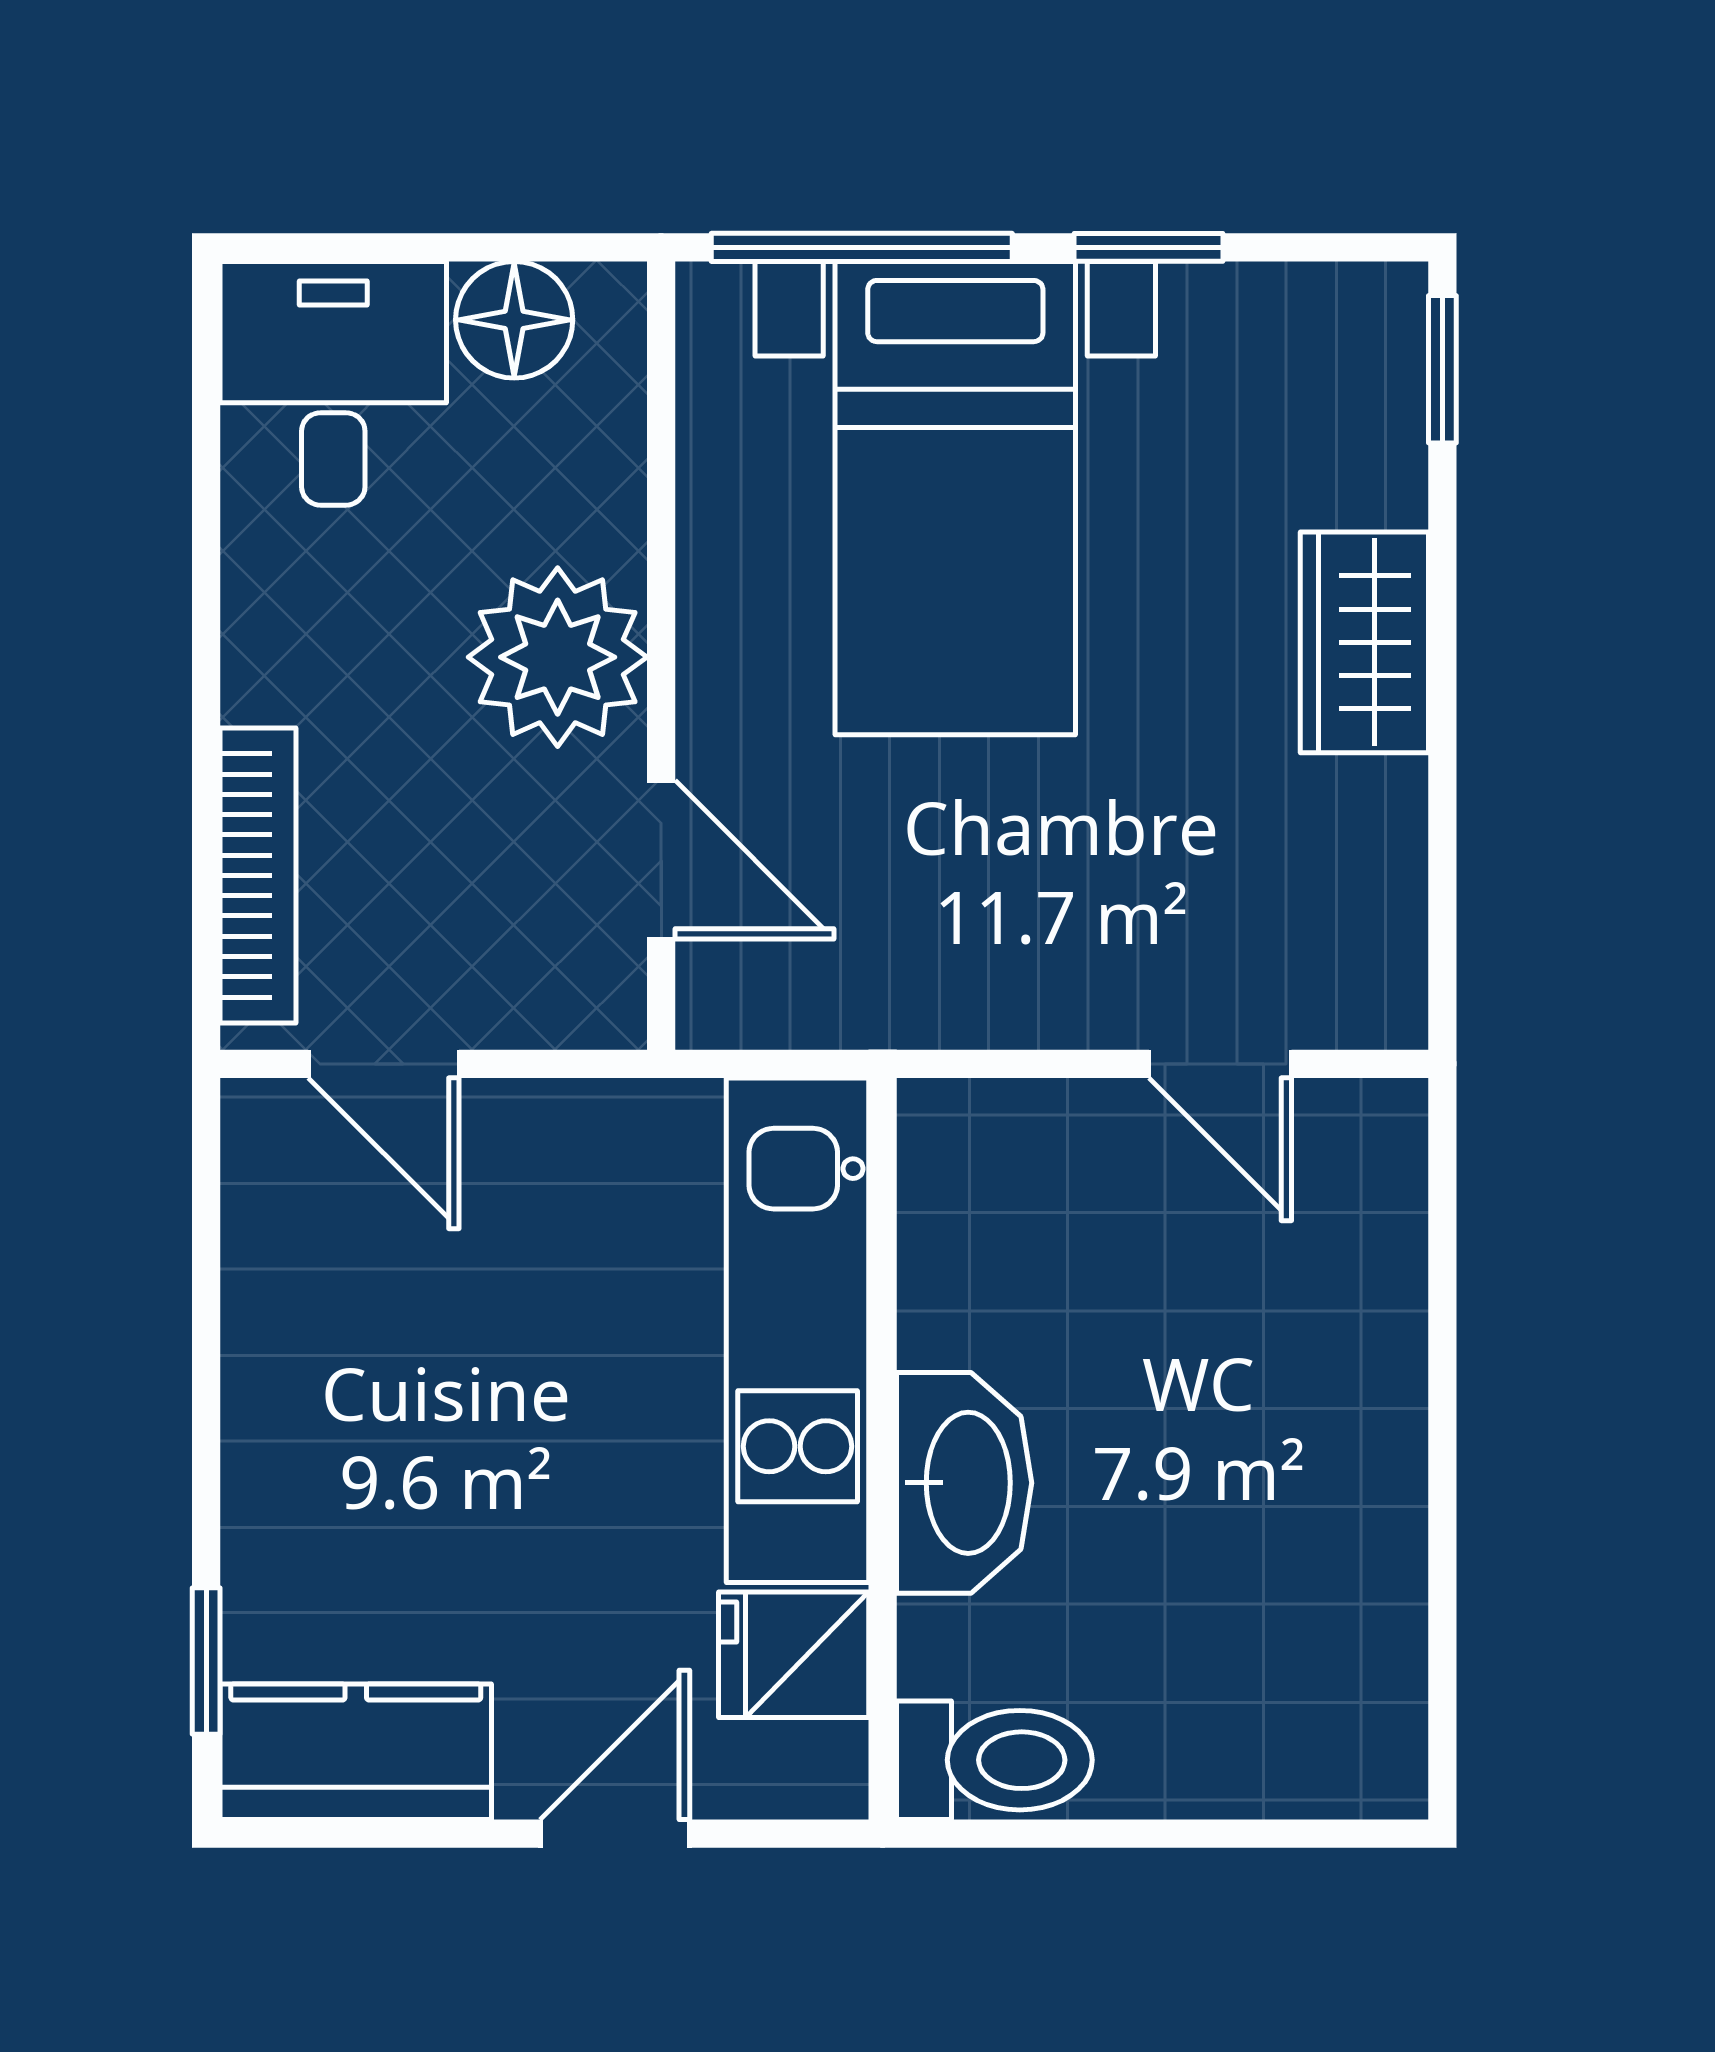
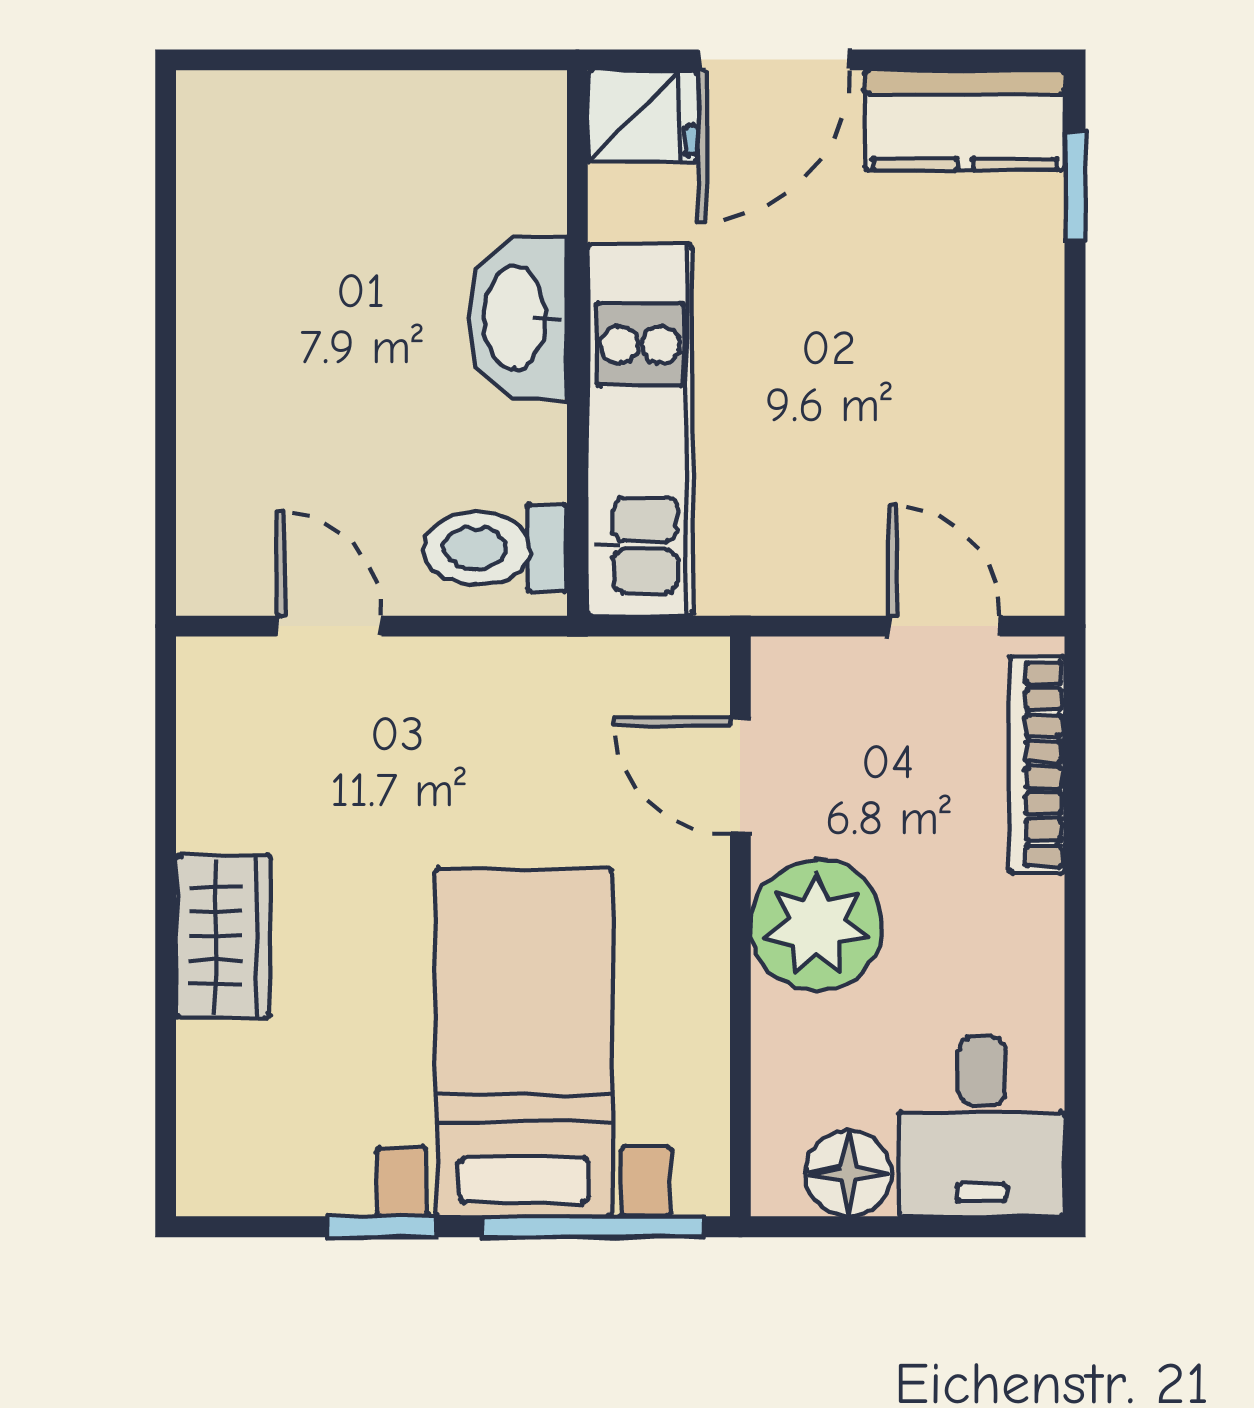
window: (1442, 369) -> (166, 1137), removed
fridge: (794, 1655) -> (643, 116), moved
toilet: (994, 1760) -> (495, 548), moved
door: (615, 1834) -> (774, 60), width x1.38

